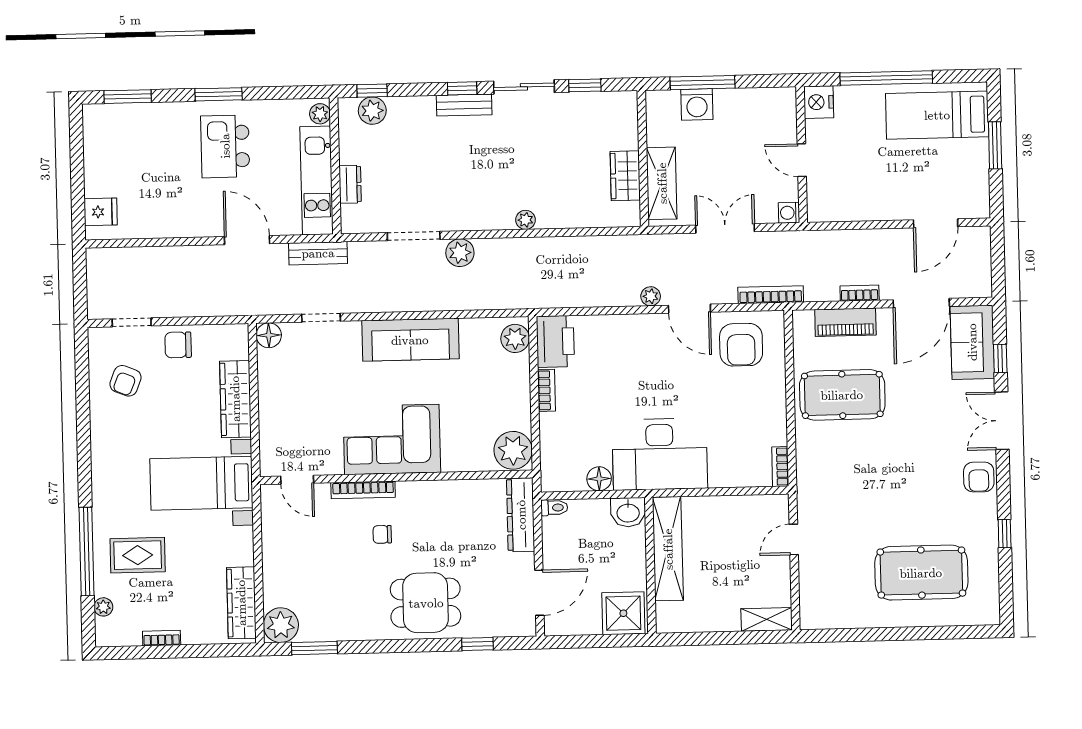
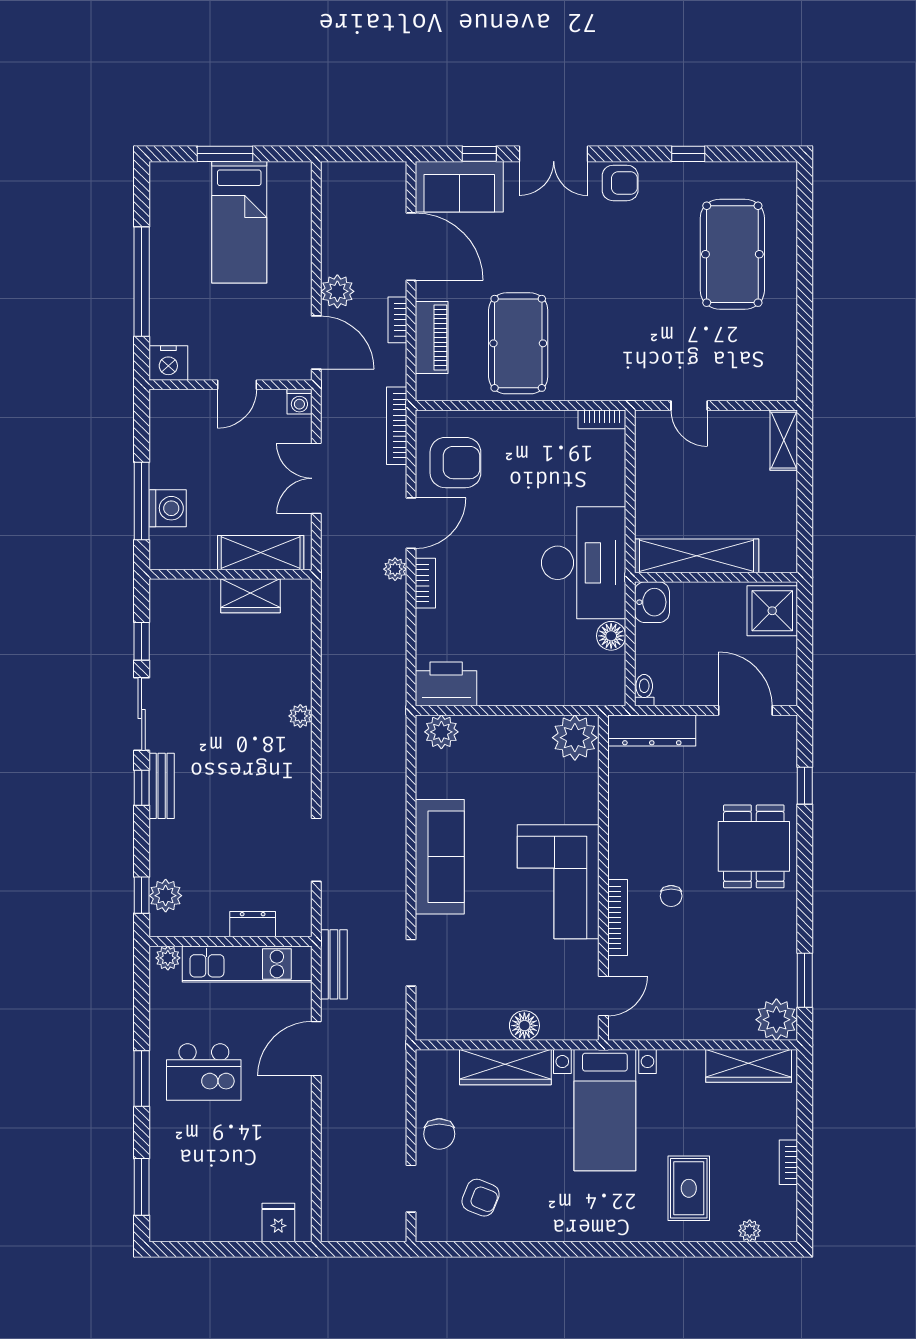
bed: (937, 115) -> (239, 222), moved
door: (936, 223) -> (316, 342), moved
plant: (460, 253) -> (337, 291), moved
floor lamp: (269, 335) -> (524, 1026), moved
bookcase: (546, 390) -> (425, 583), moved, turned 90
window: (86, 551) -> (683, 1249), removed

